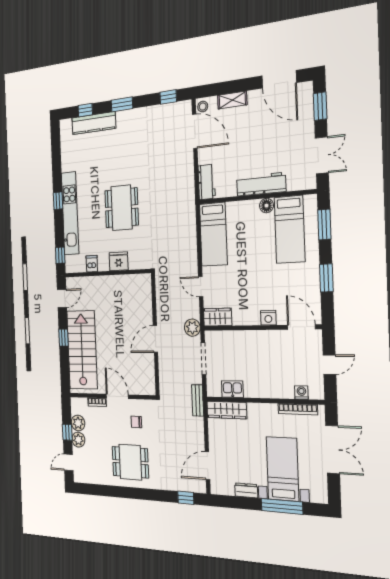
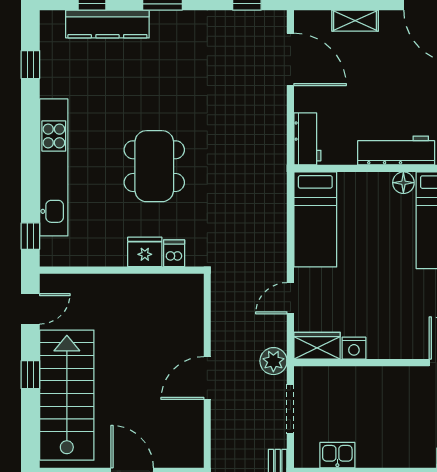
stool: (203, 107) -> (306, 24), removed
window: (58, 201) -> (30, 65), moved
dishwasher: (92, 264) -> (174, 253), moved
door: (201, 287) -> (290, 298), hinge flipped
nightstand: (268, 318) -> (354, 348), moved

